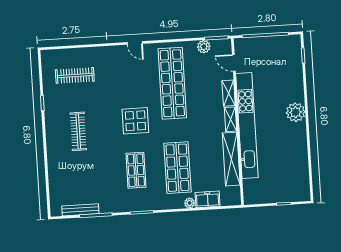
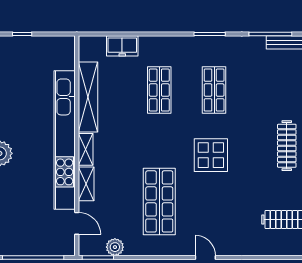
shop shelf: (172, 83) -> (159, 201), width x0.71
shop shelf: (177, 168) -> (159, 90), width x0.70, depth x0.74
plant: (190, 203) -> (146, 43), removed

